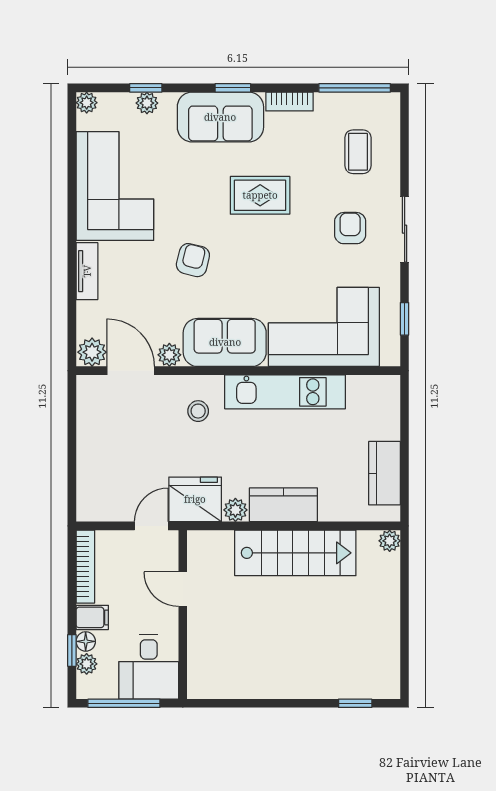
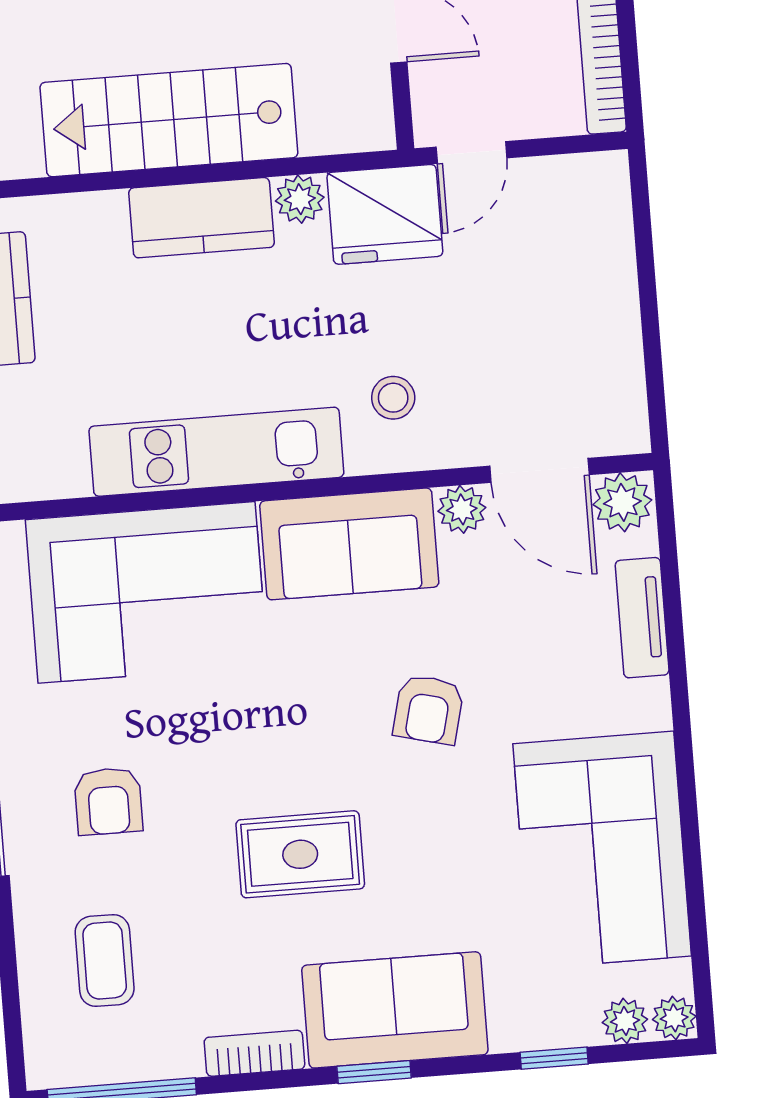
plant: (147, 103) -> (625, 1021), moved
tv unit: (87, 271) -> (642, 618), moved

